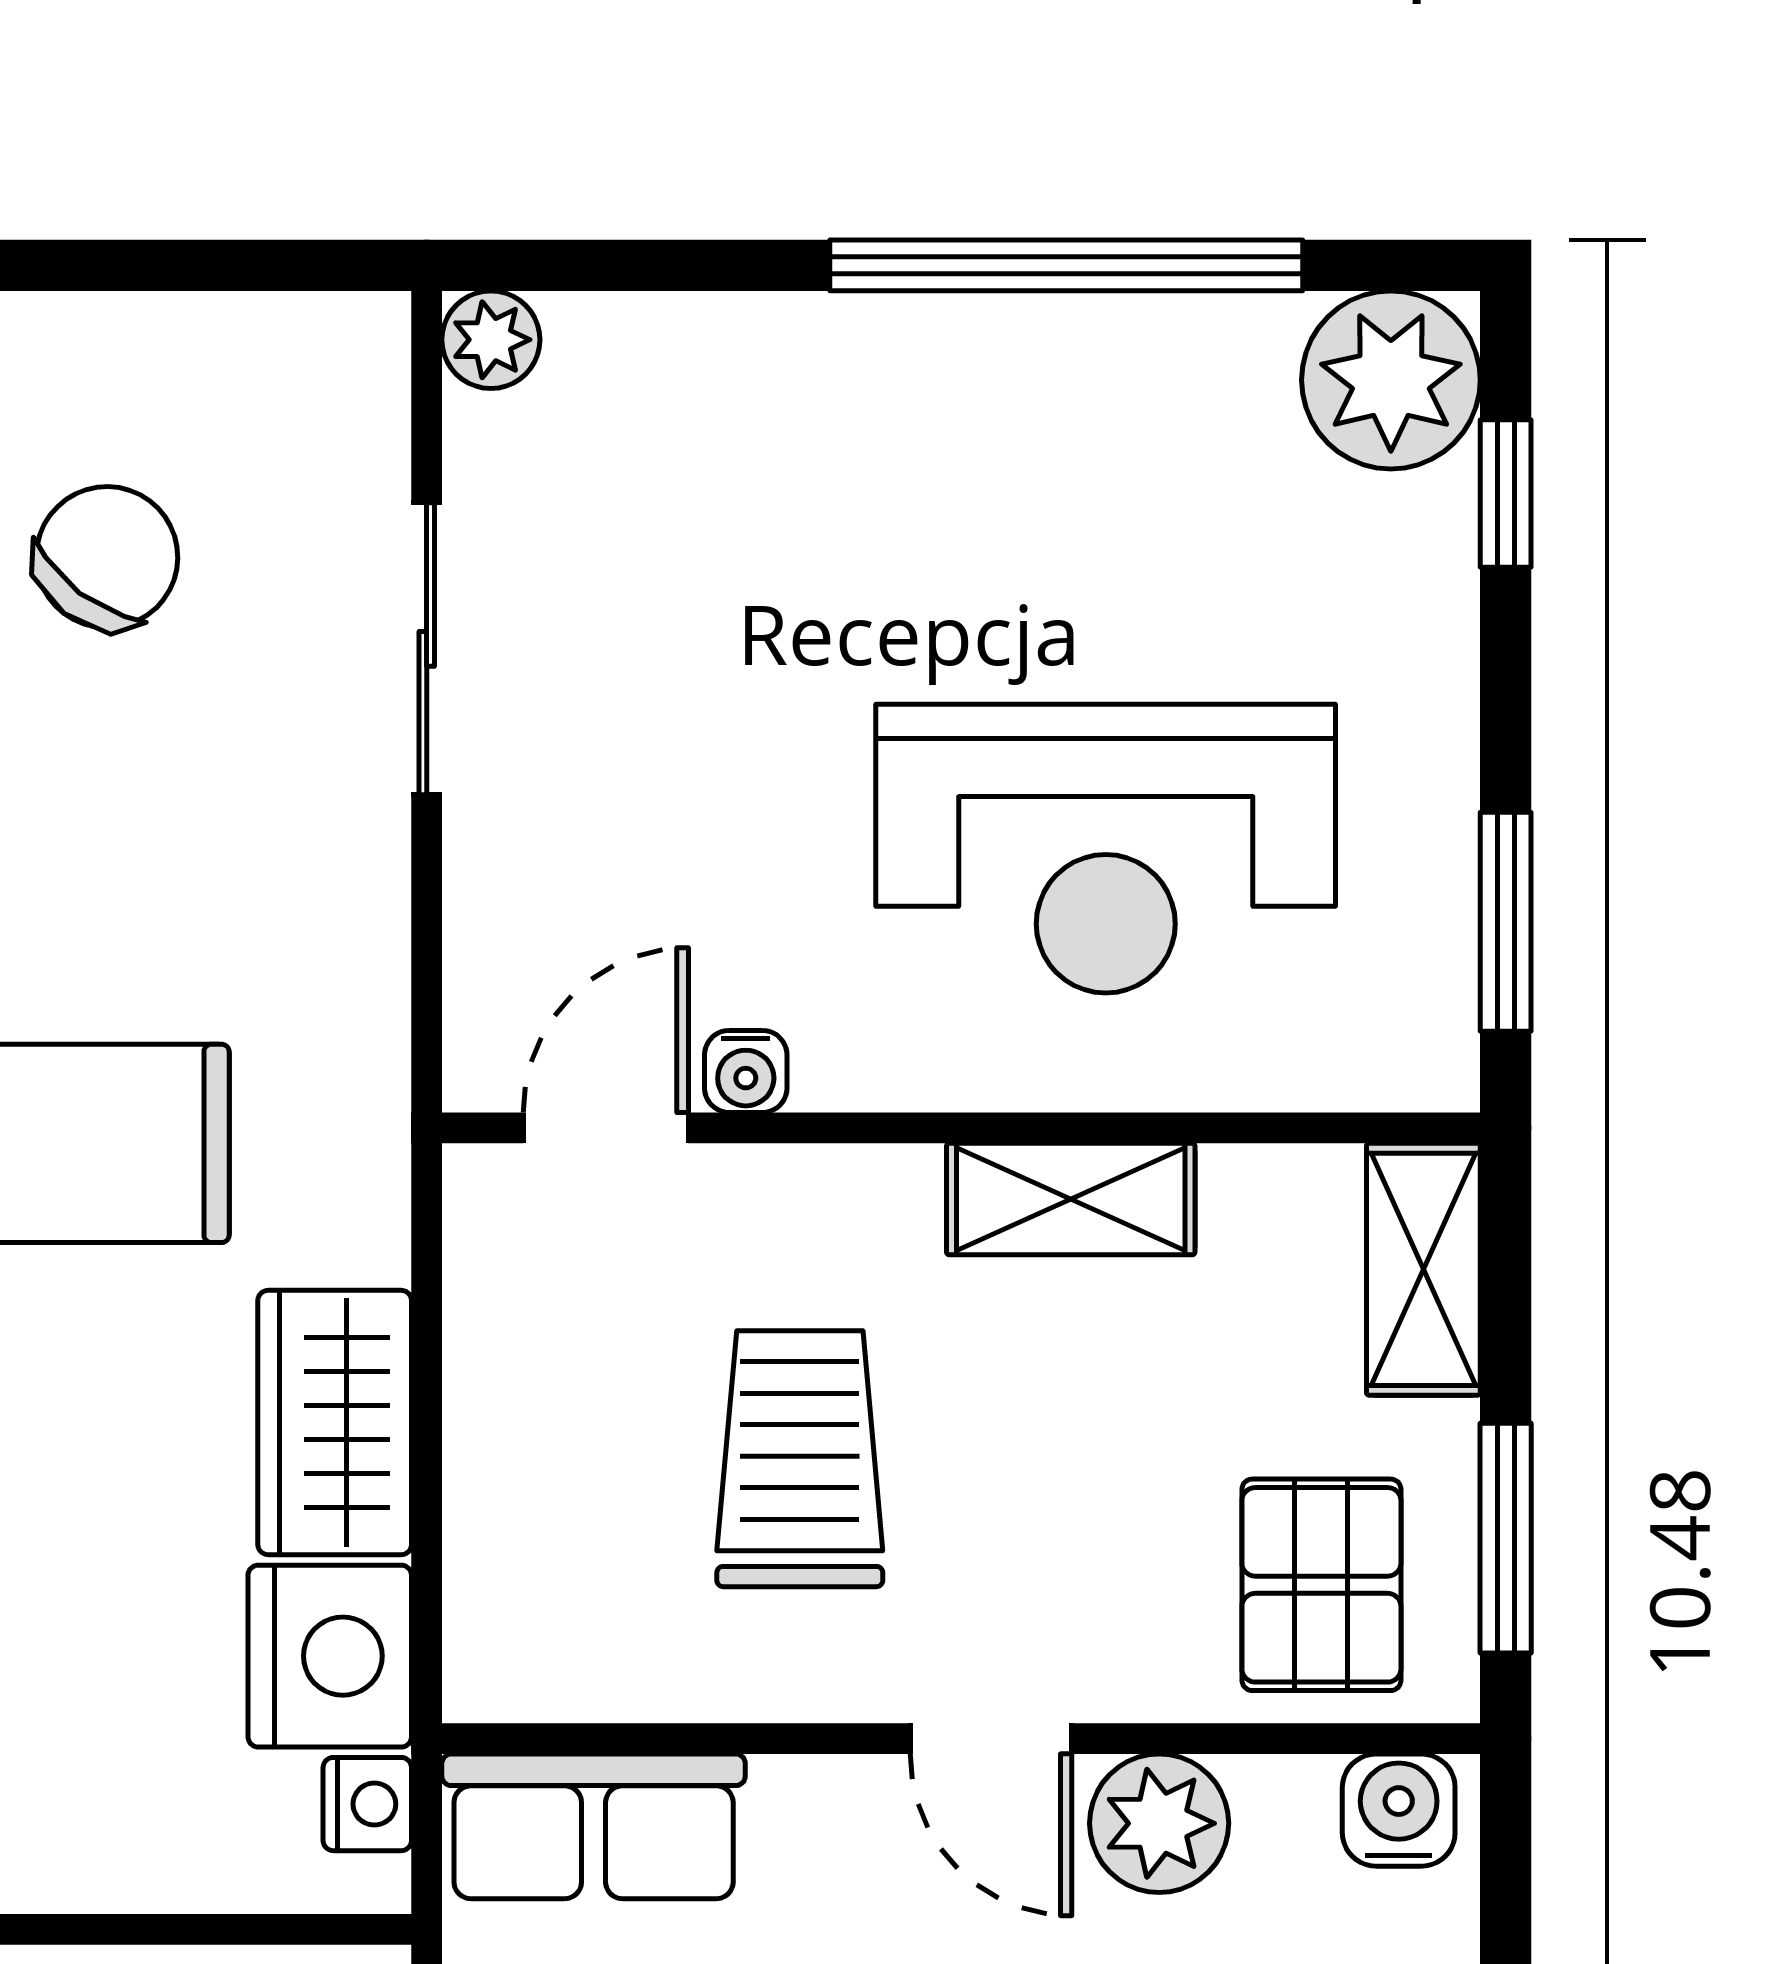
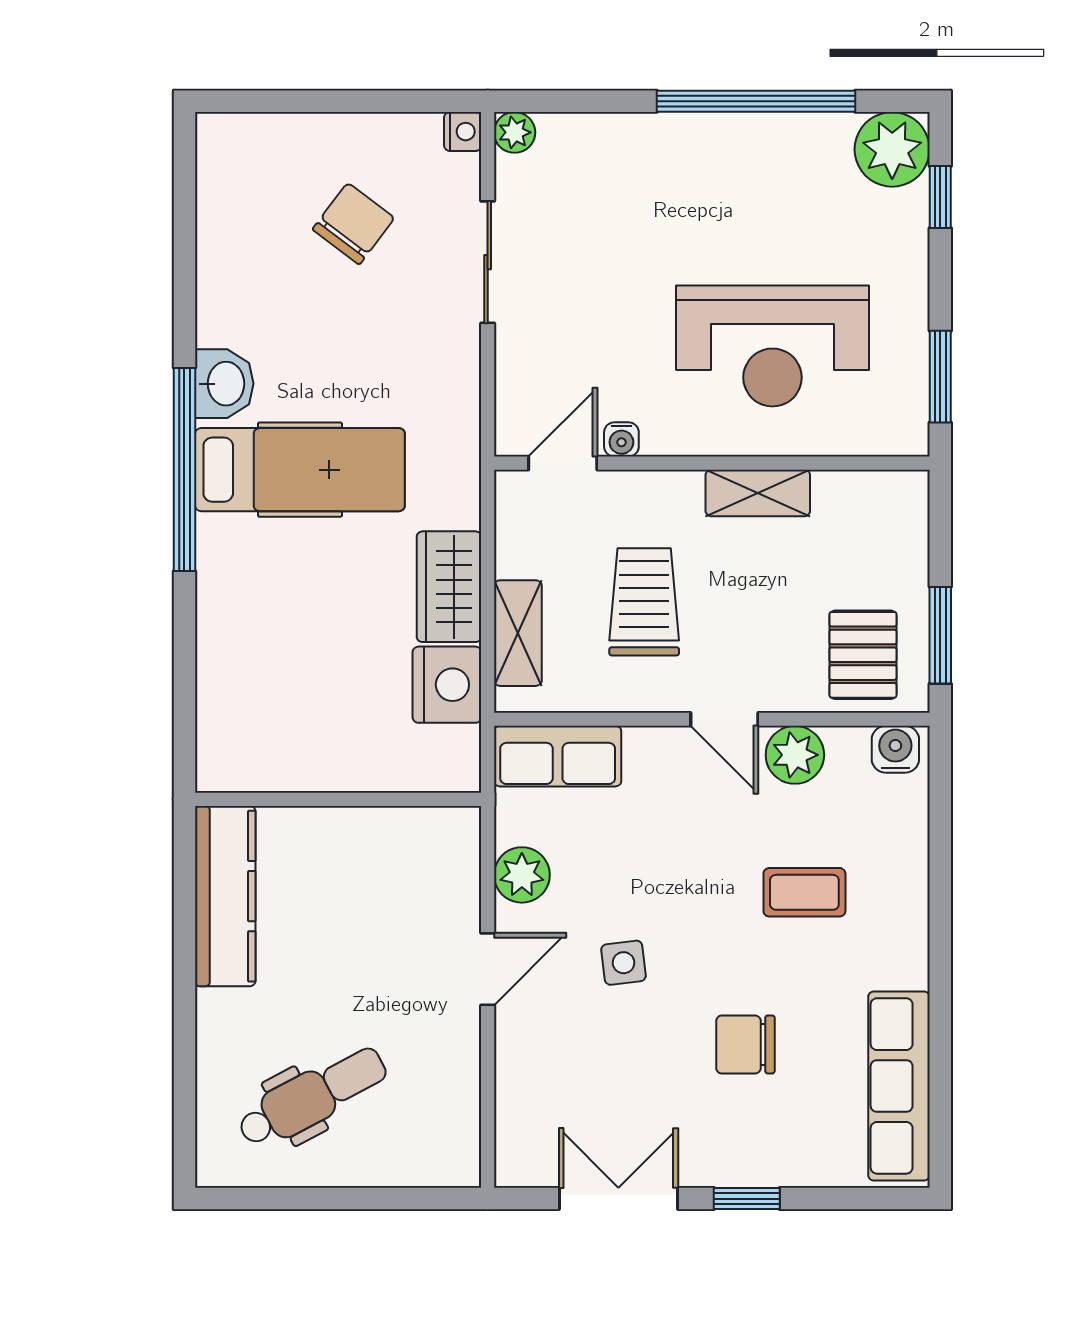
shelving: (1423, 1269) -> (518, 633), moved
nightstand: (367, 1804) -> (463, 132), moved

